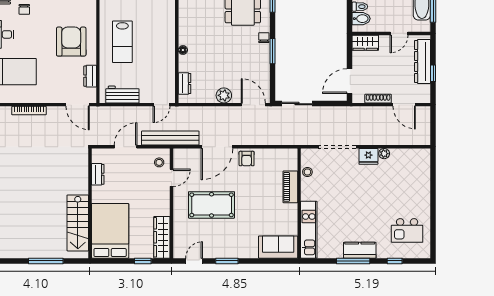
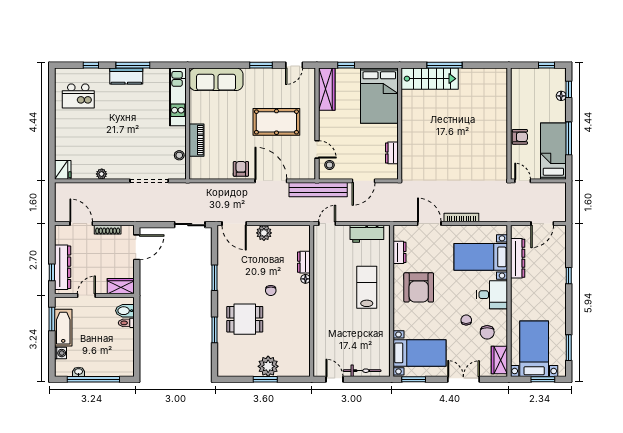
chair: (264, 38) -> (271, 290), moved
window: (433, 73) -> (52, 272), moved
dresser: (185, 83) -> (304, 262), moved
door: (78, 105) -> (429, 224), moved
door: (217, 147) -> (271, 181), hinge flipped
fridge: (368, 156) -> (63, 170), moved, turned 90
door: (172, 178) -> (317, 149), swing flipped
stairs: (78, 223) -> (430, 79), moved, turned 90
kitchen island: (407, 230) -> (78, 96), turned 180
sofa: (278, 247) -> (216, 79), width x1.36

